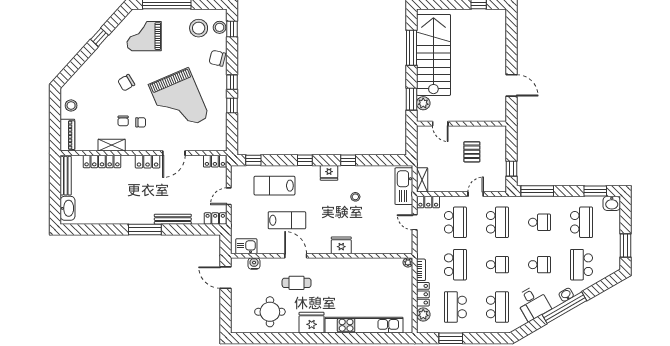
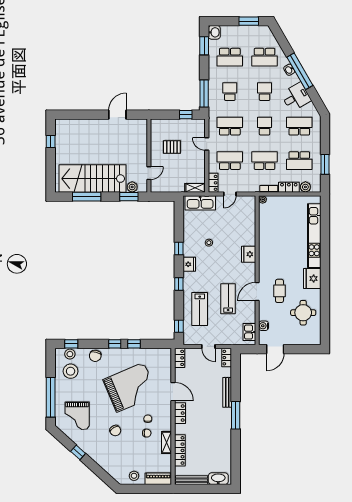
school desk: (581, 222) -> (230, 57), turned 180

